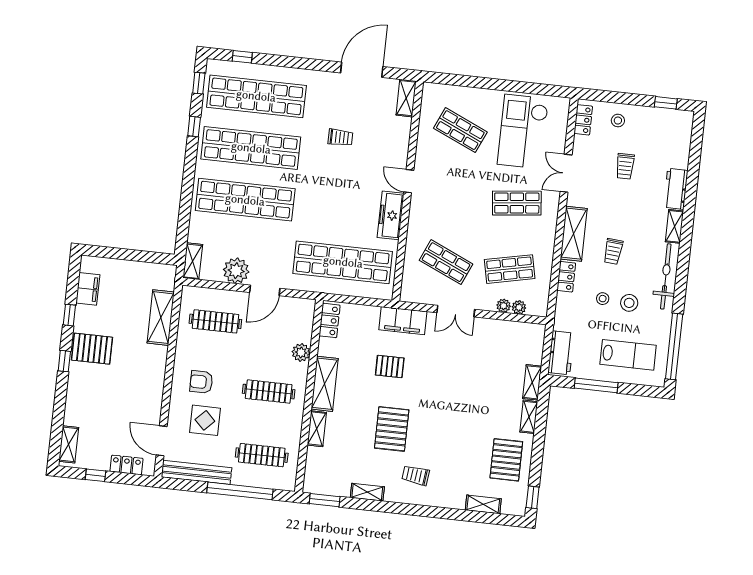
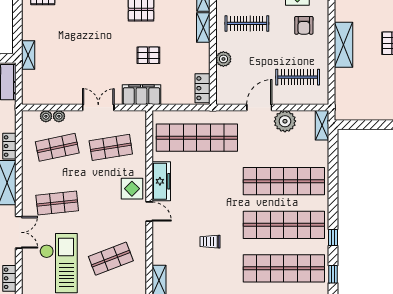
shop shelf: (460, 130) -> (111, 259), turned -45
display table: (426, 210) -> (132, 189), added
shop shelf: (446, 262) -> (111, 147), turned -33
shelving: (161, 318) -> (344, 45), moved
armchair: (201, 382) -> (304, 25), turned 90
shelving: (325, 384) -> (203, 28), width x0.67, depth x0.75
shelving: (529, 417) -> (28, 26), removed

